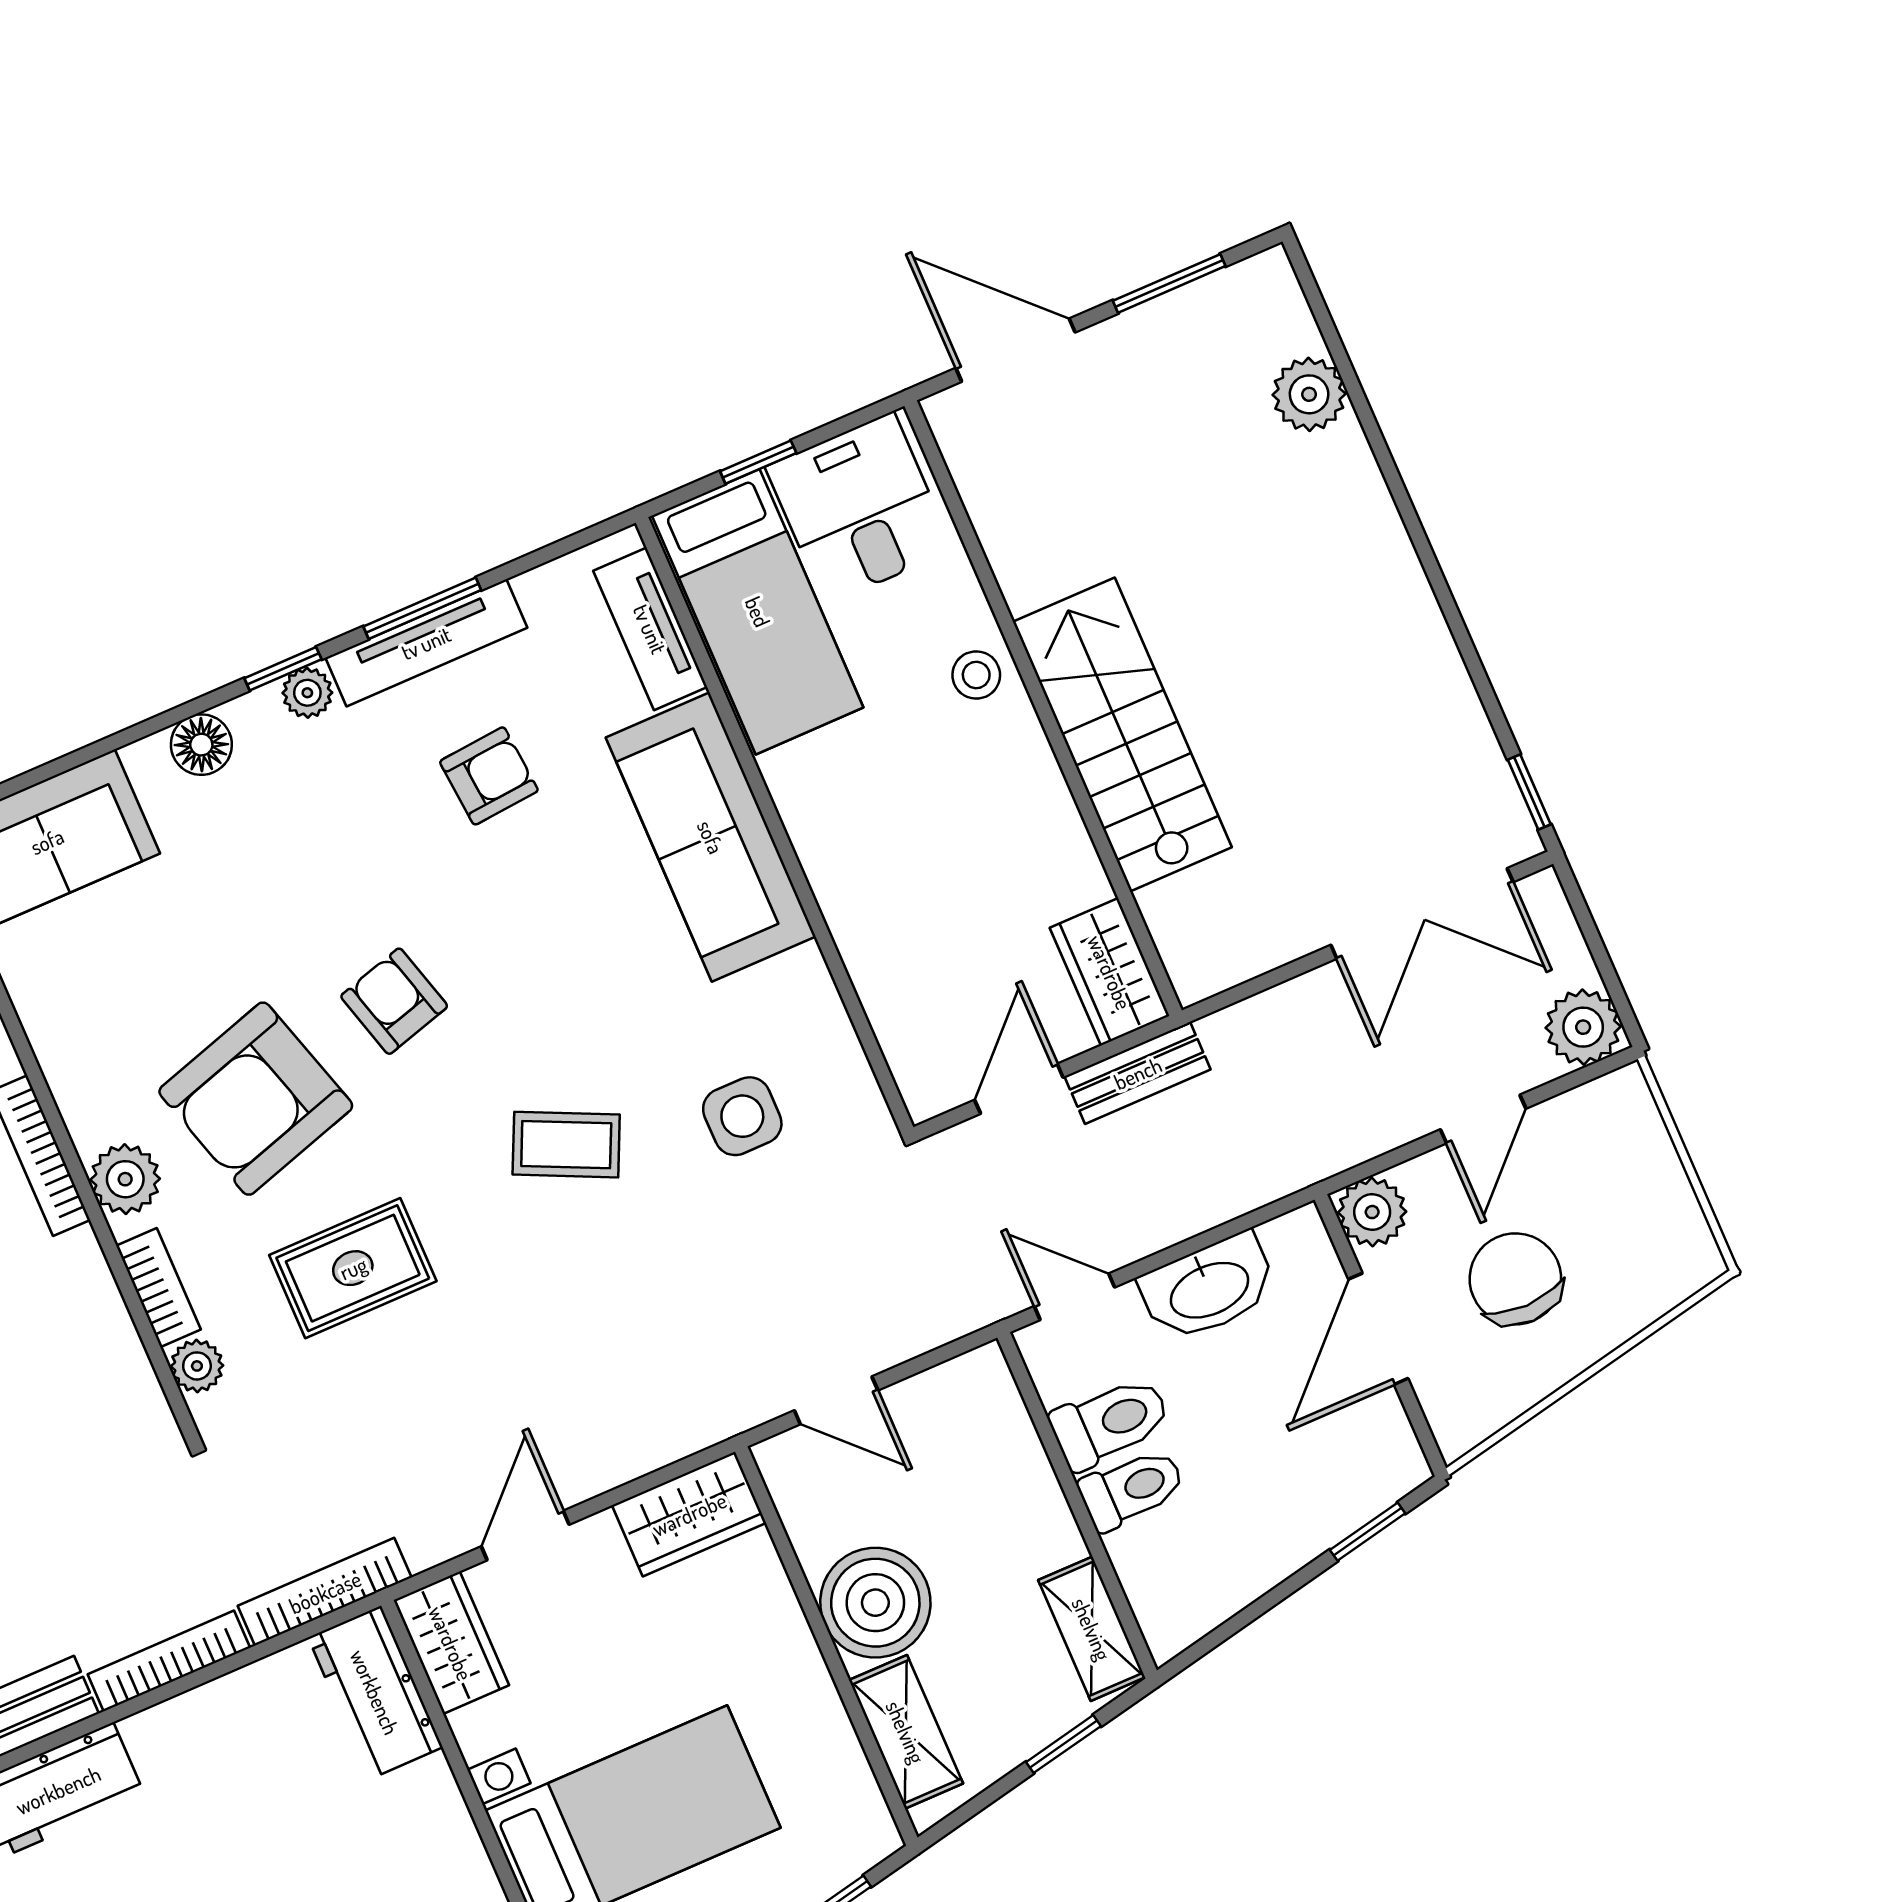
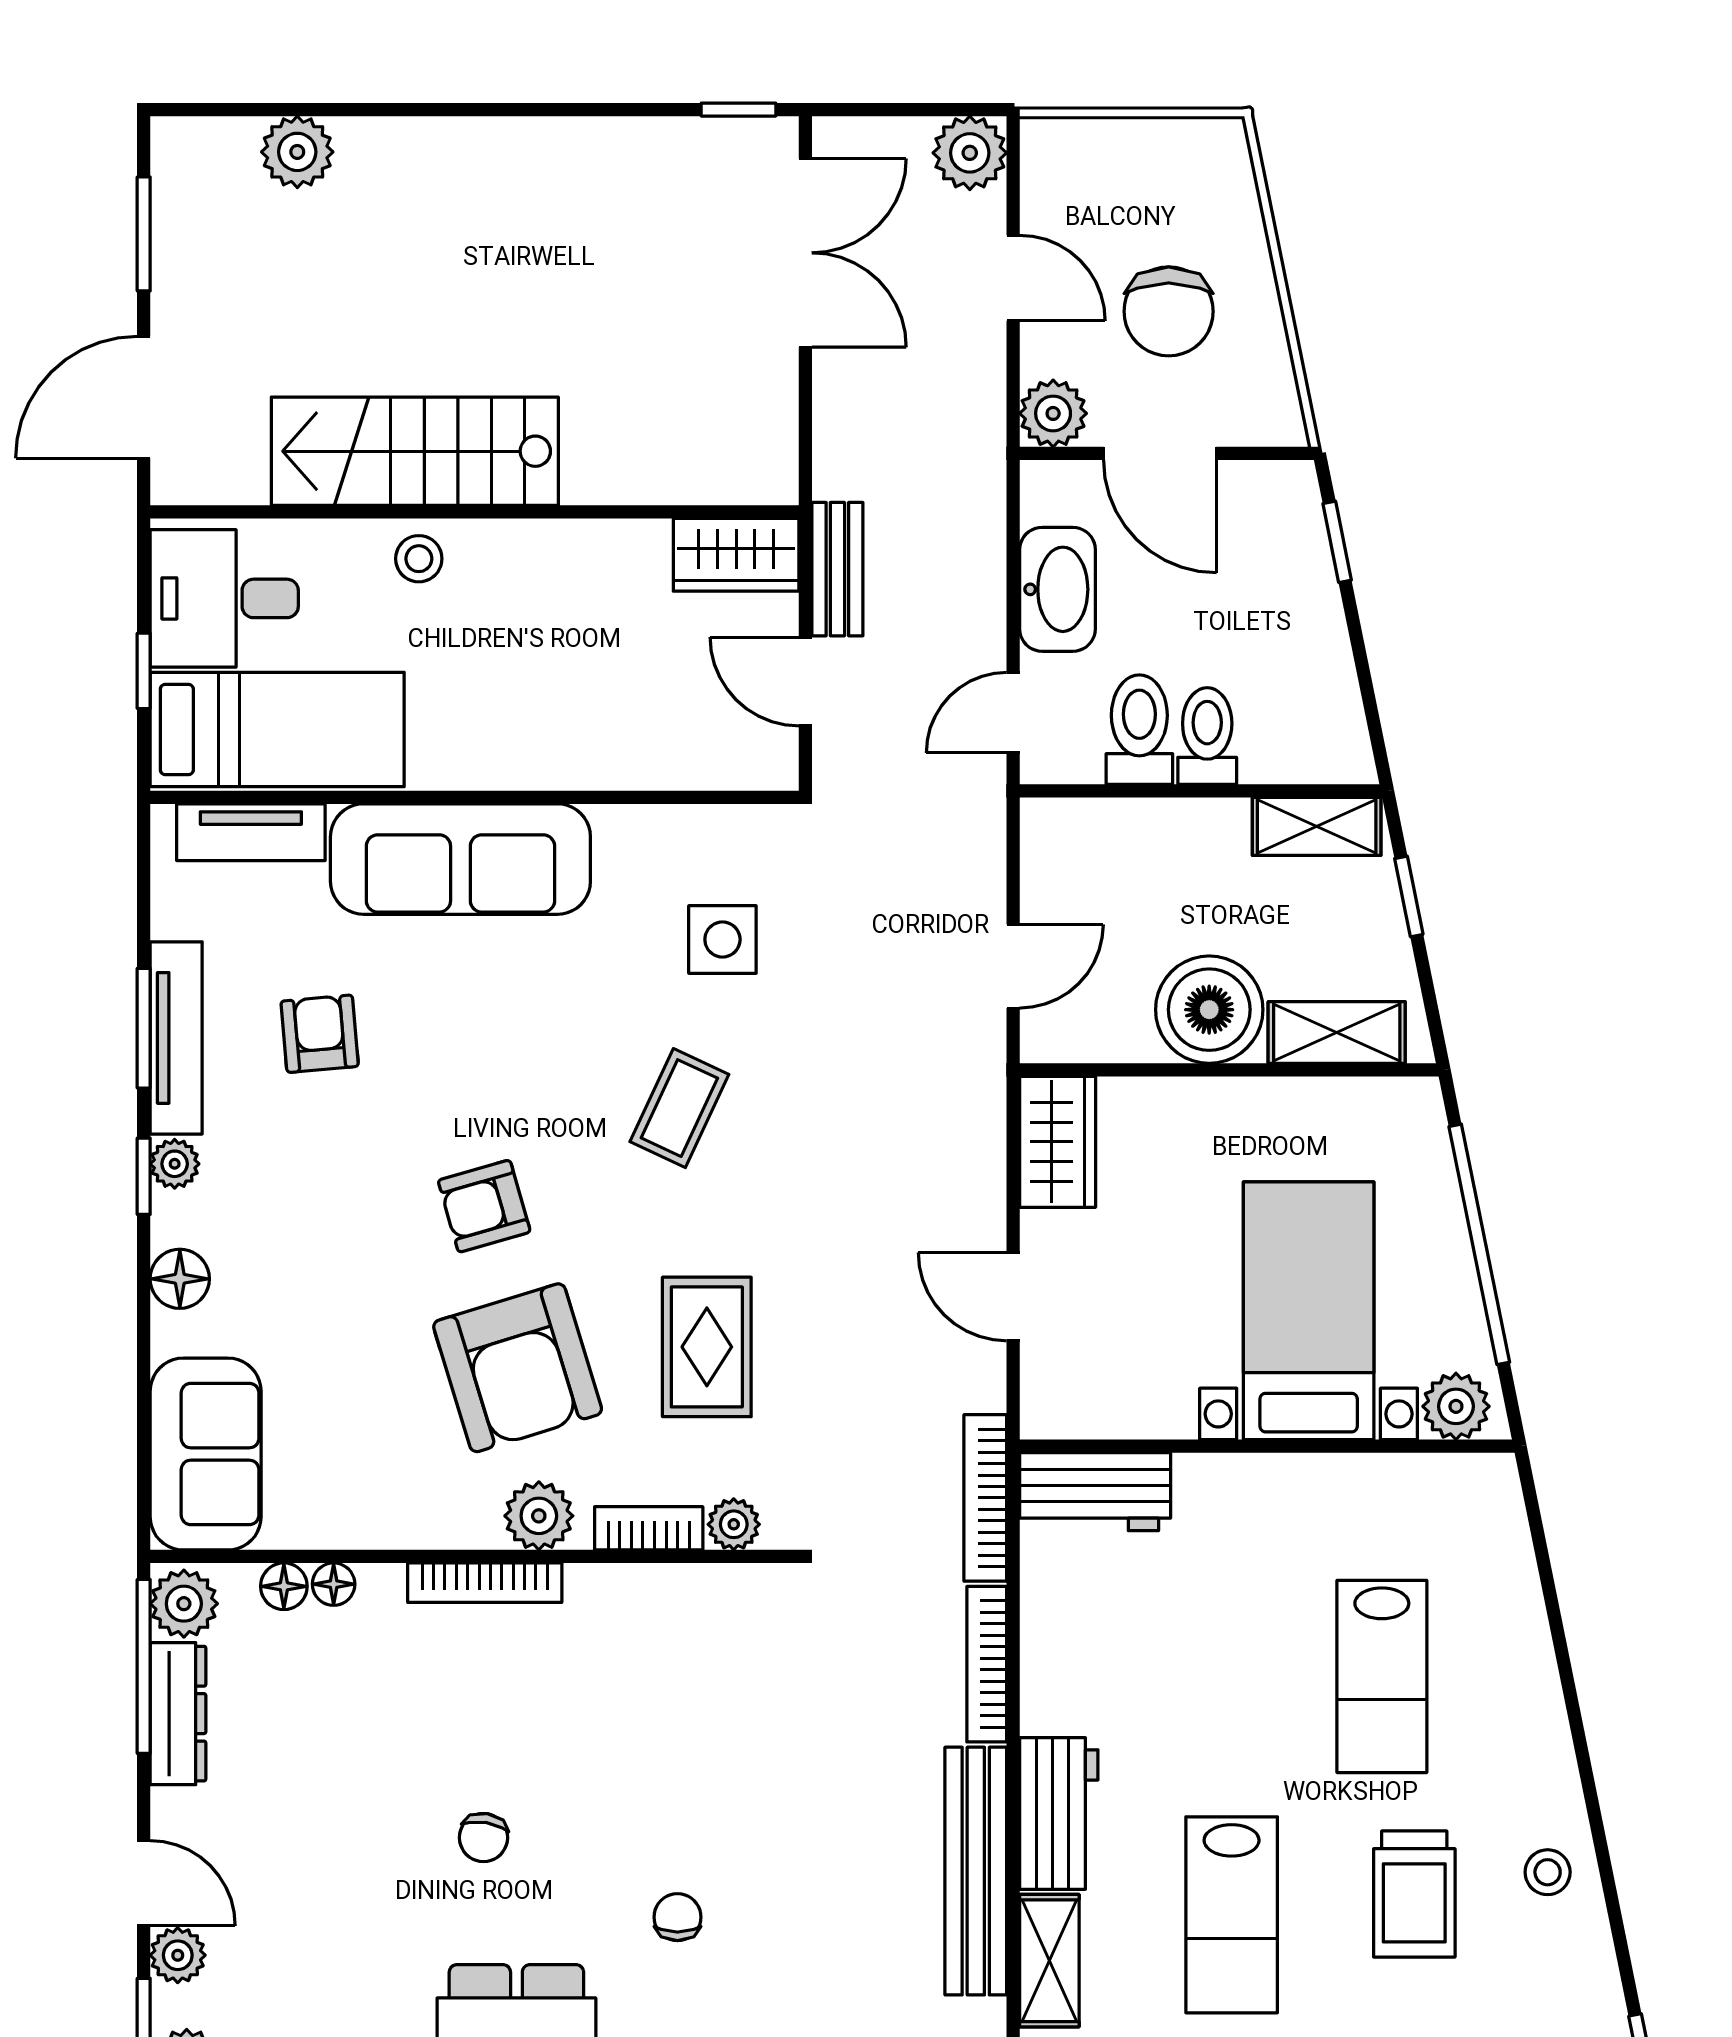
stairs: (1122, 735) -> (415, 451), moved
chair: (1515, 1279) -> (1169, 311), turned -90
wardrobe: (451, 1643) -> (1080, 1404), removed

